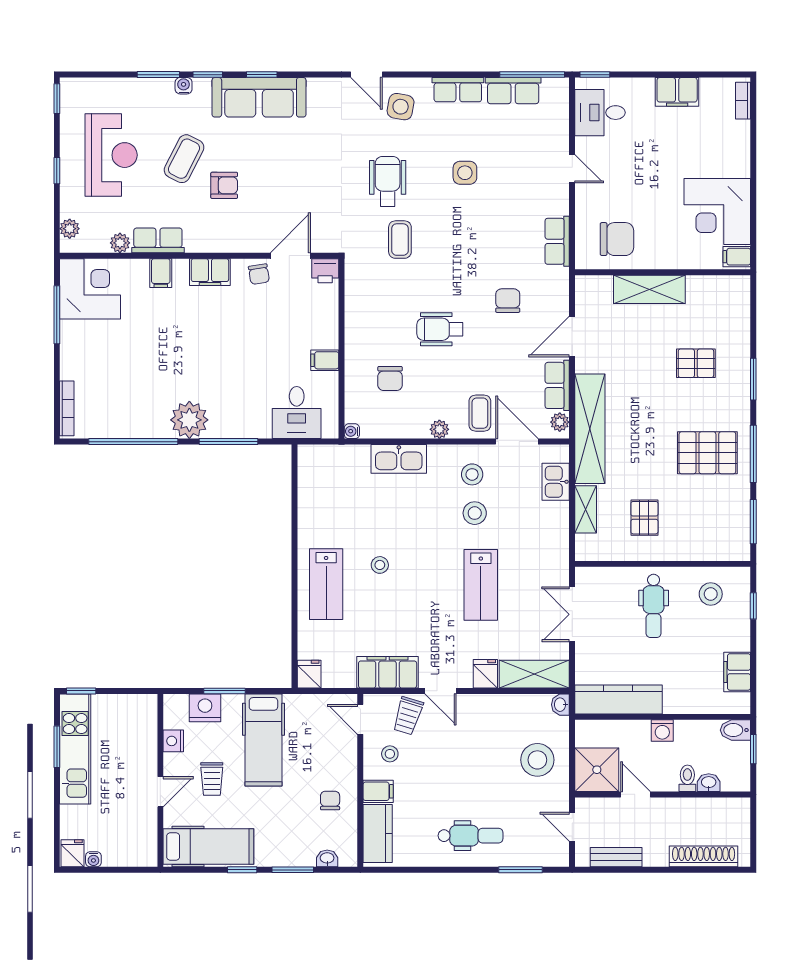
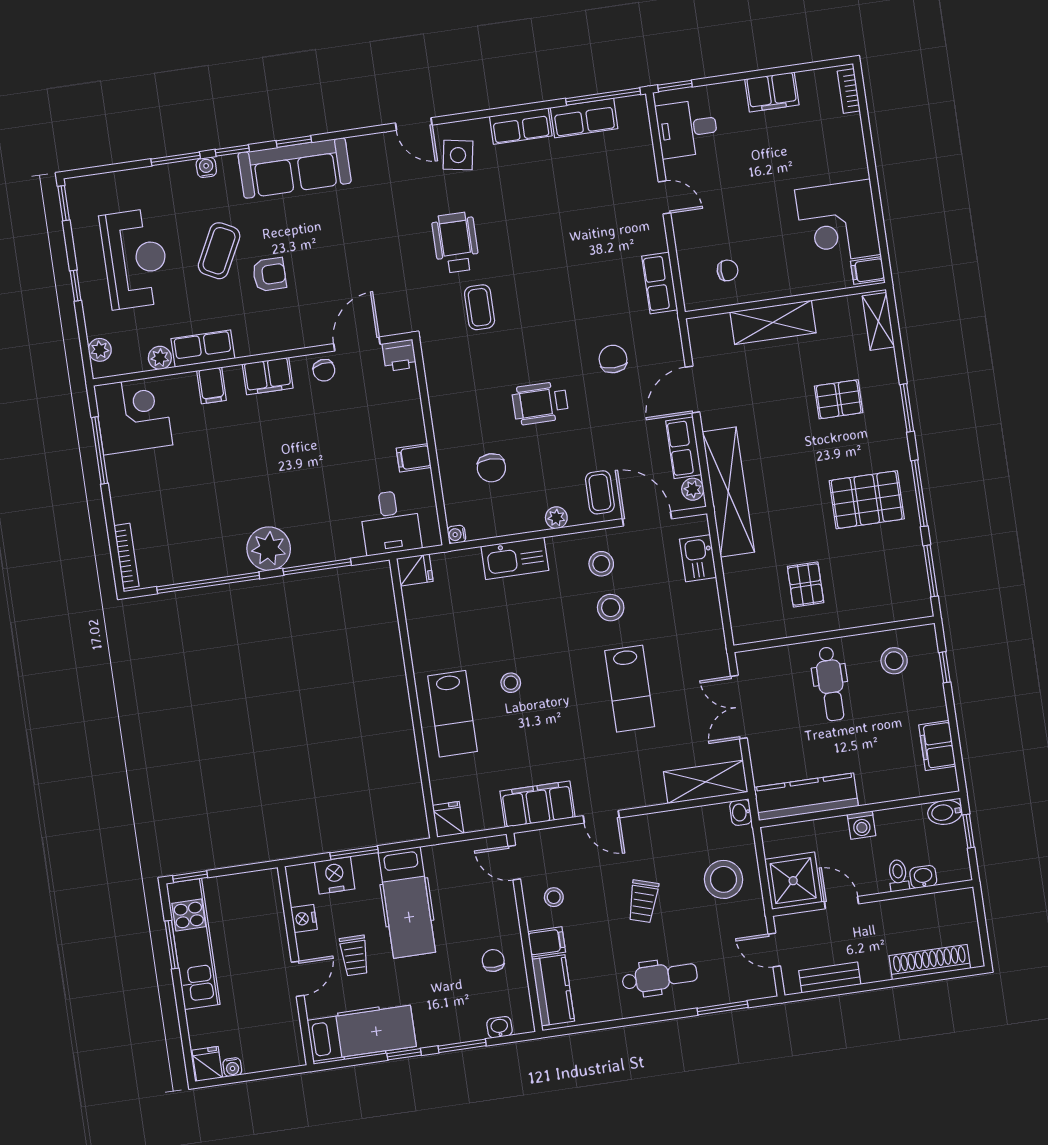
side table: (465, 173) -> (543, 220), removed
chair: (617, 239) -> (728, 270), width x0.54, depth x0.54
shelving: (586, 509) -> (878, 321), moved
fridge: (485, 674) -> (415, 570), moved, turned 90
trolley: (408, 716) -> (643, 901), moved

